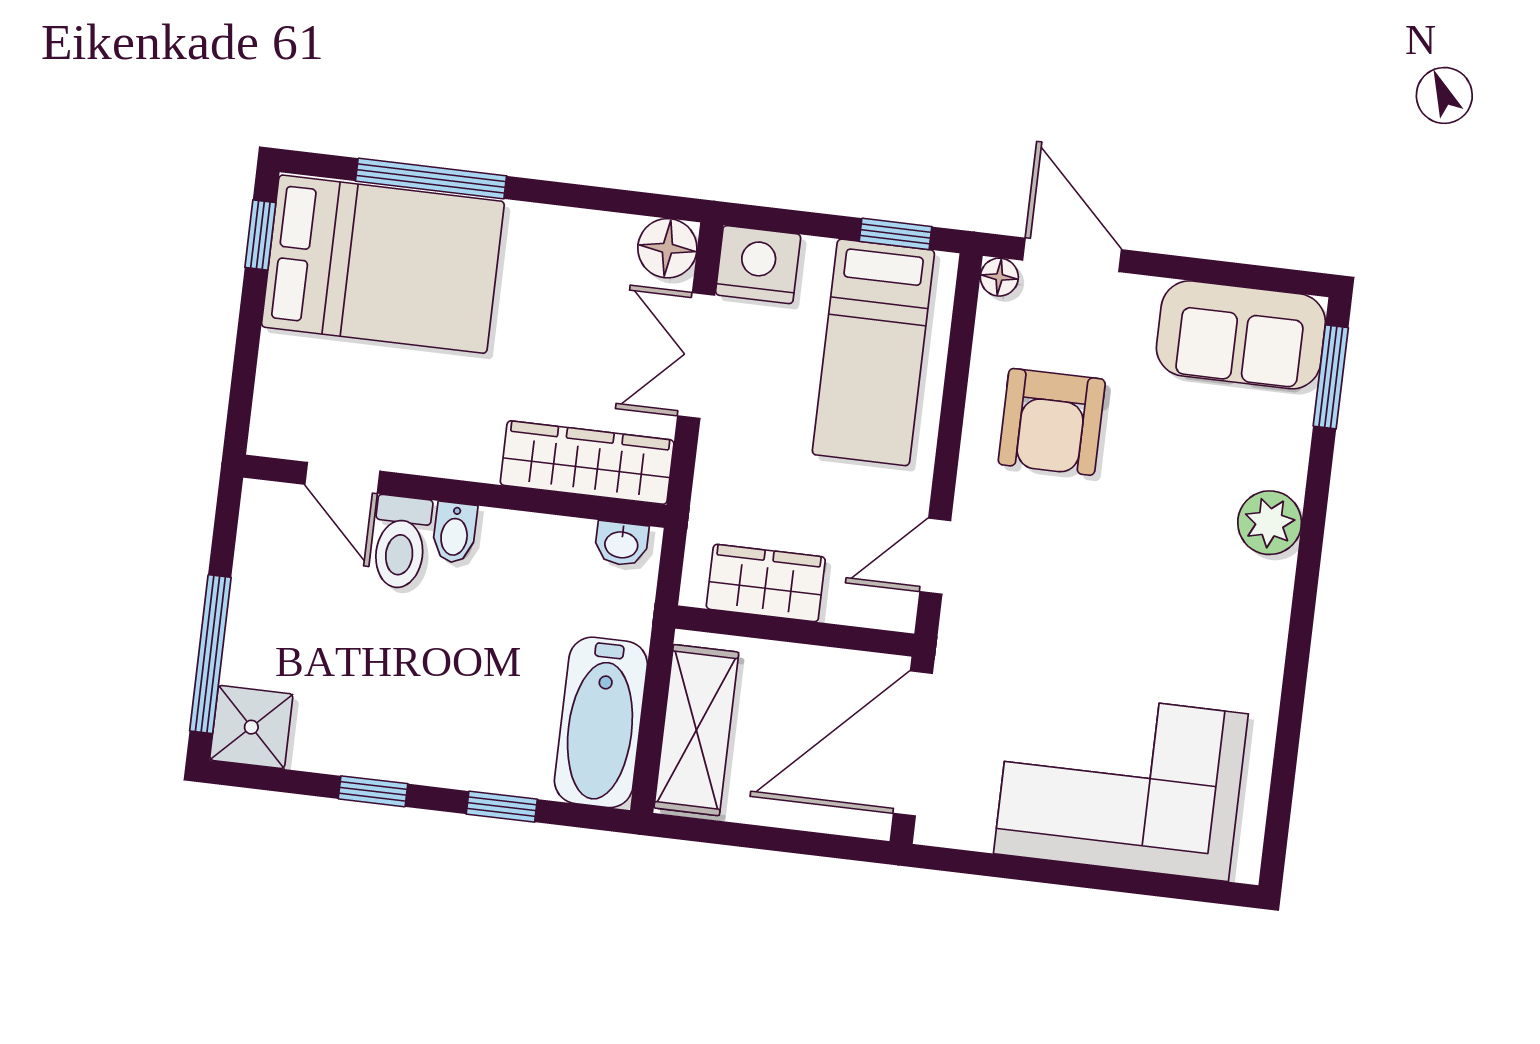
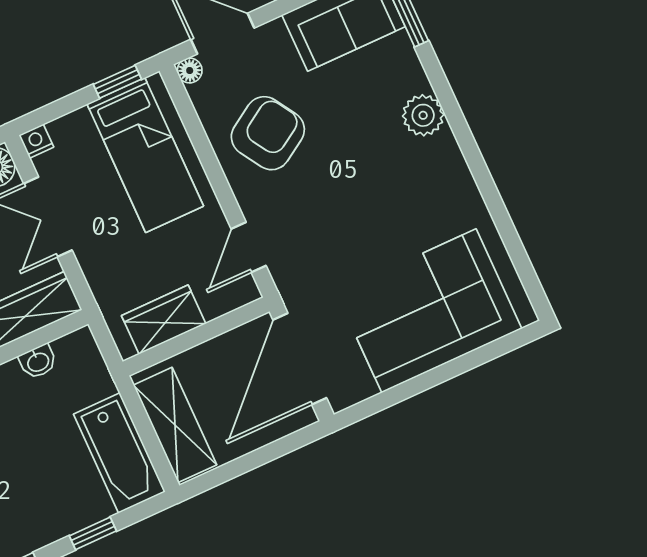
nightstand: (758, 265) -> (36, 141), width x0.53, depth x0.56
armchair: (1052, 422) -> (268, 133), turned -122
washbasin: (621, 544) -> (38, 362), moved

